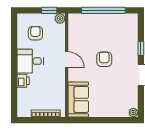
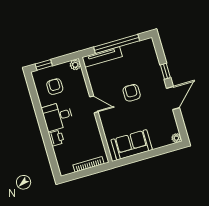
window: (49, 10) -> (44, 65), moved
tv unit: (87, 18) -> (102, 57), added
sofa: (78, 99) -> (132, 145), moved, turned -90

